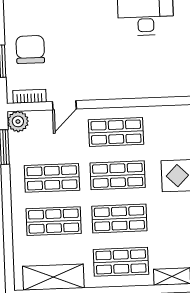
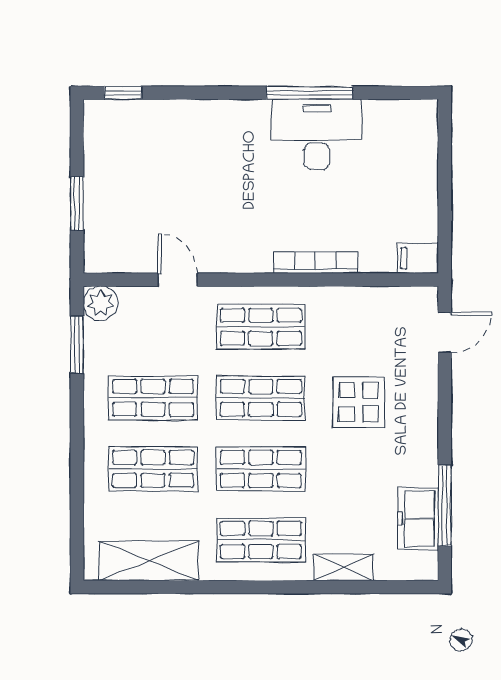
chair: (30, 50) -> (125, 186), removed
bookcase: (29, 96) -> (315, 263), moved, width x1.56
door: (64, 105) -> (178, 280), swing flipped

